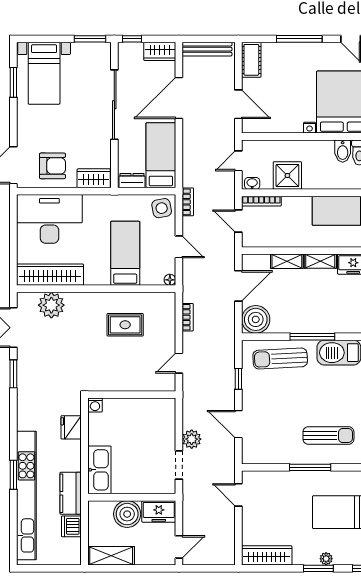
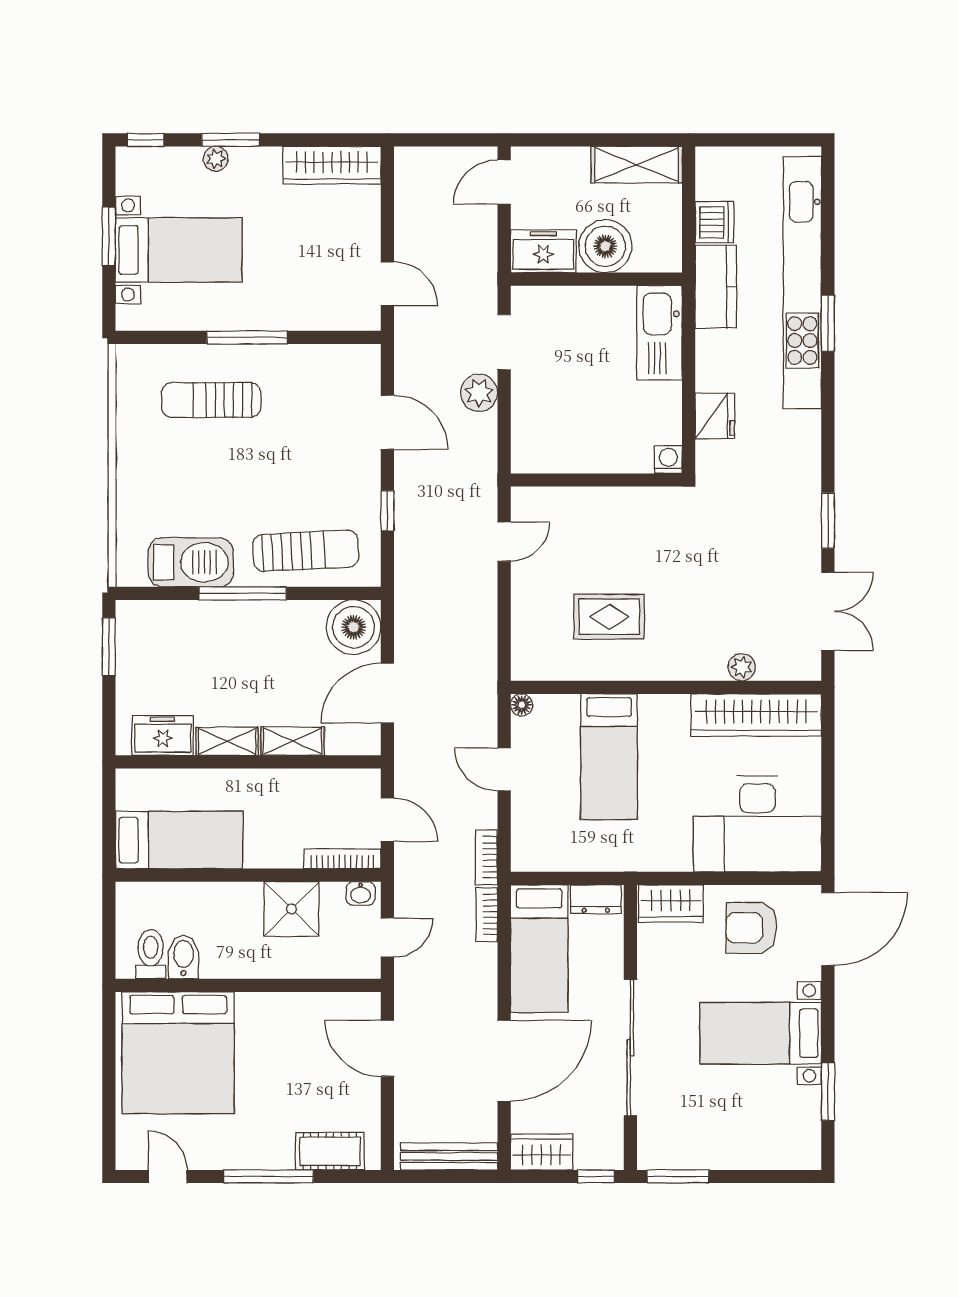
cot: (251, 60) -> (330, 1151), moved, turned 90
bed with nightstands: (44, 73) -> (761, 1033), moved, turned -90
nightstand: (310, 128) -> (248, 1003), removed
side table: (162, 208) -> (538, 845), removed
plant: (51, 305) -> (742, 667), width x0.53, depth x0.53
bookcase: (188, 317) -> (487, 915), moved

